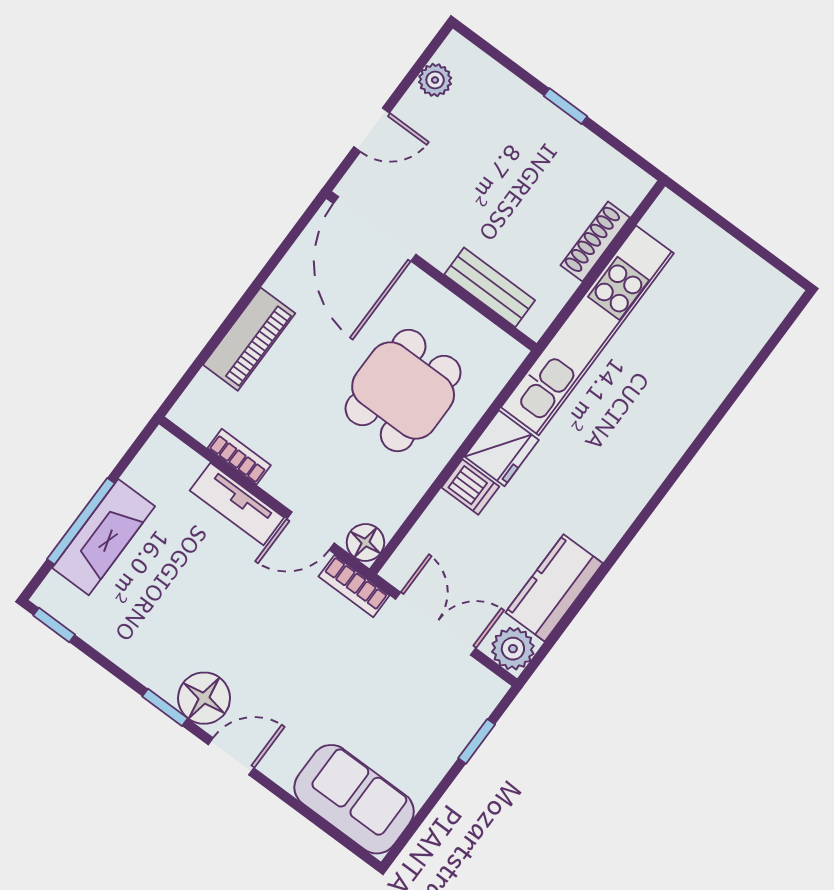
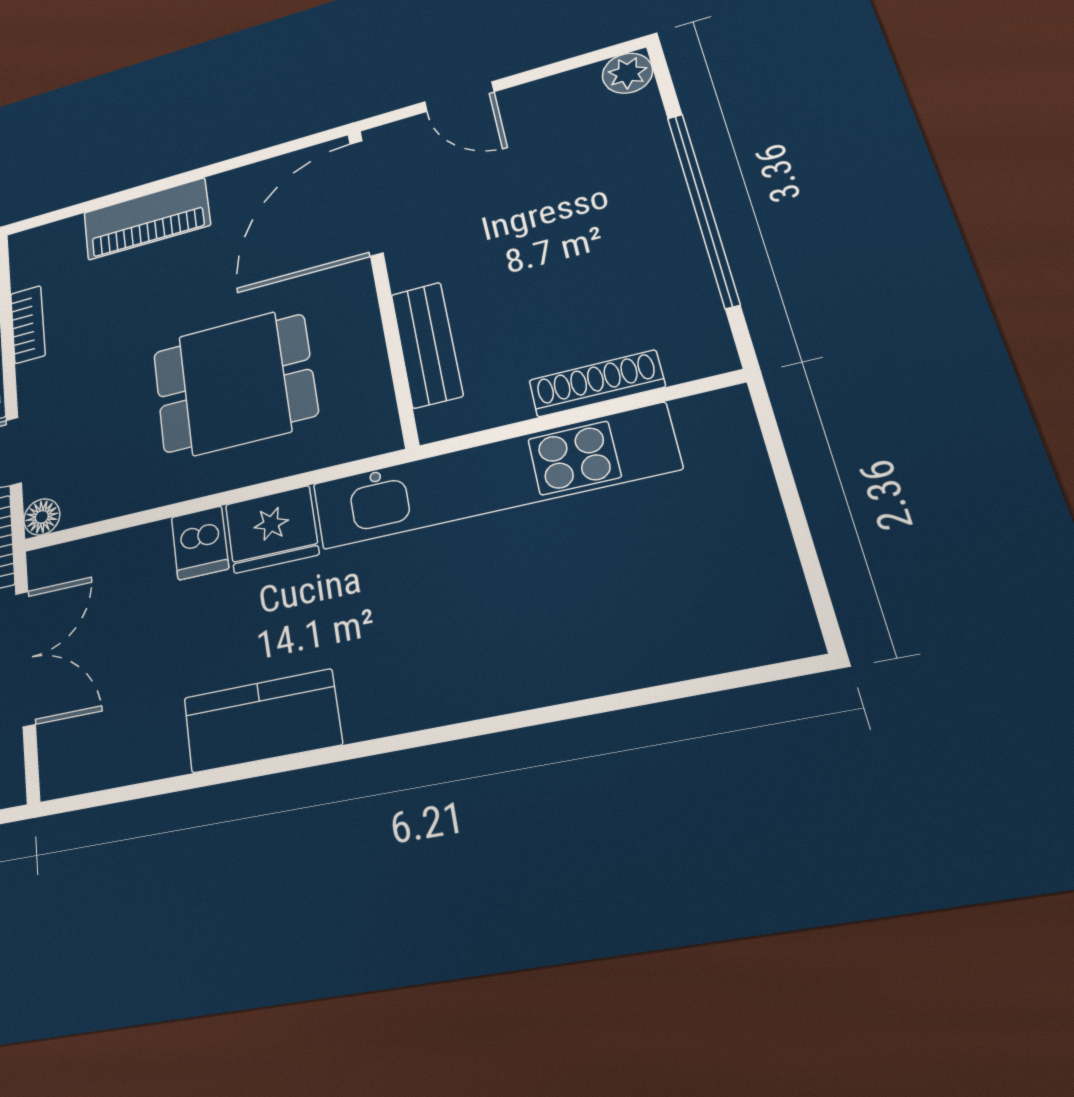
plant: (435, 80) -> (627, 73), moved
window: (565, 106) -> (703, 209), width x3.17
floor lamp: (365, 542) -> (42, 517), width x0.73, depth x0.73
kitchen counter: (554, 588) -> (262, 721), moved
plant: (513, 649) -> (69, 763), removed

